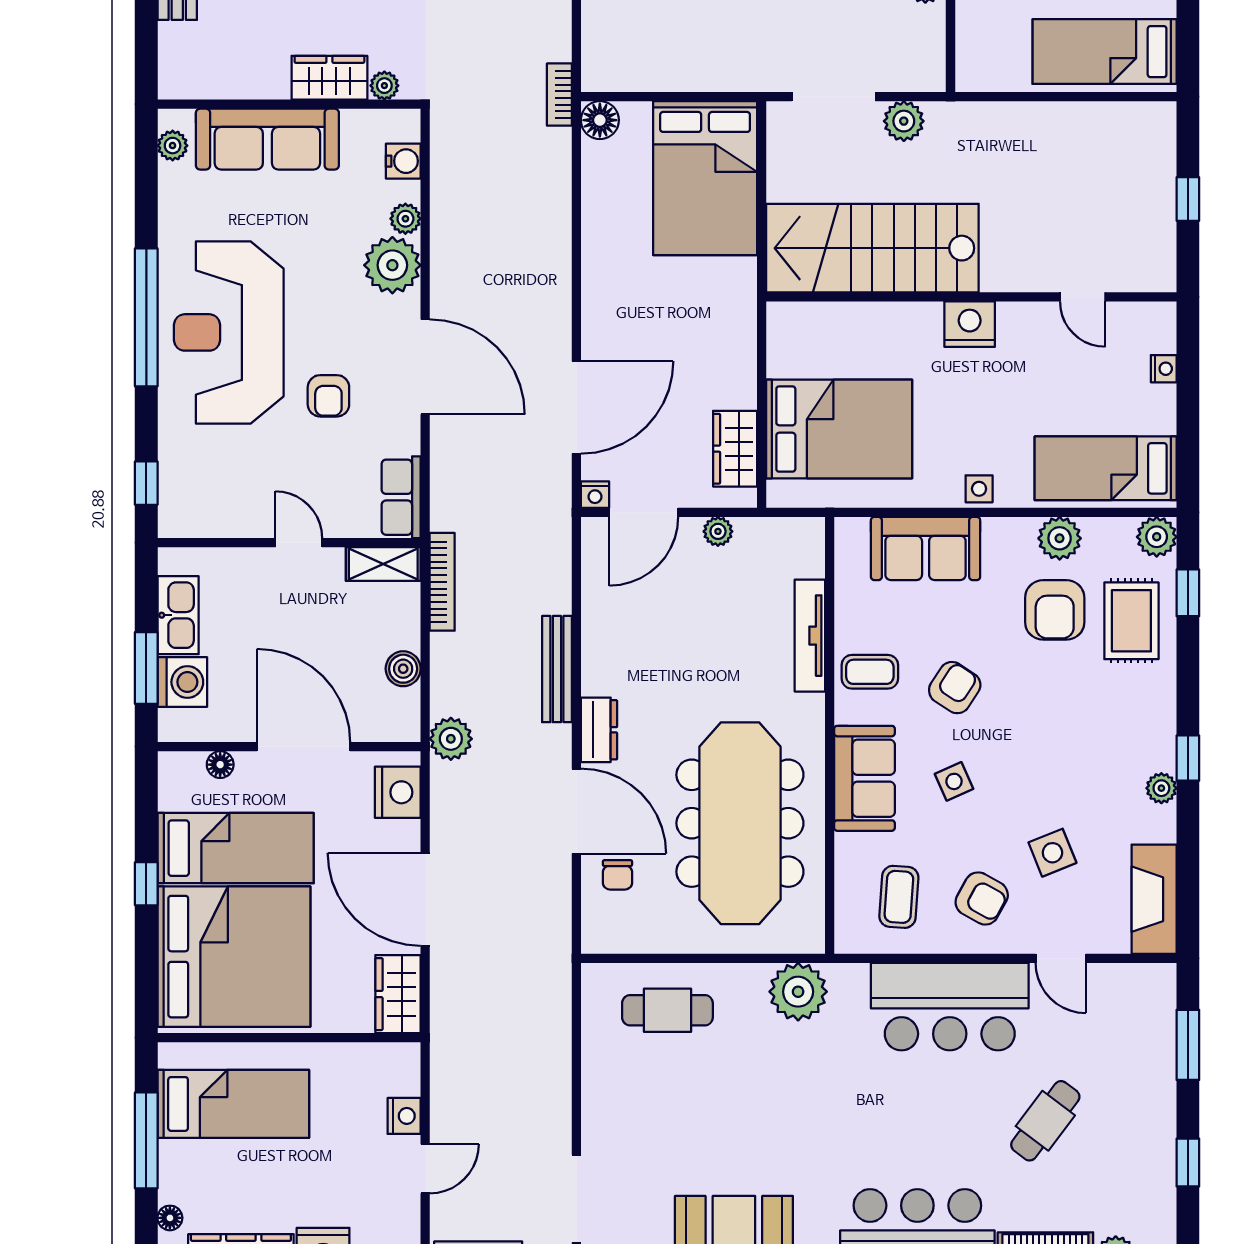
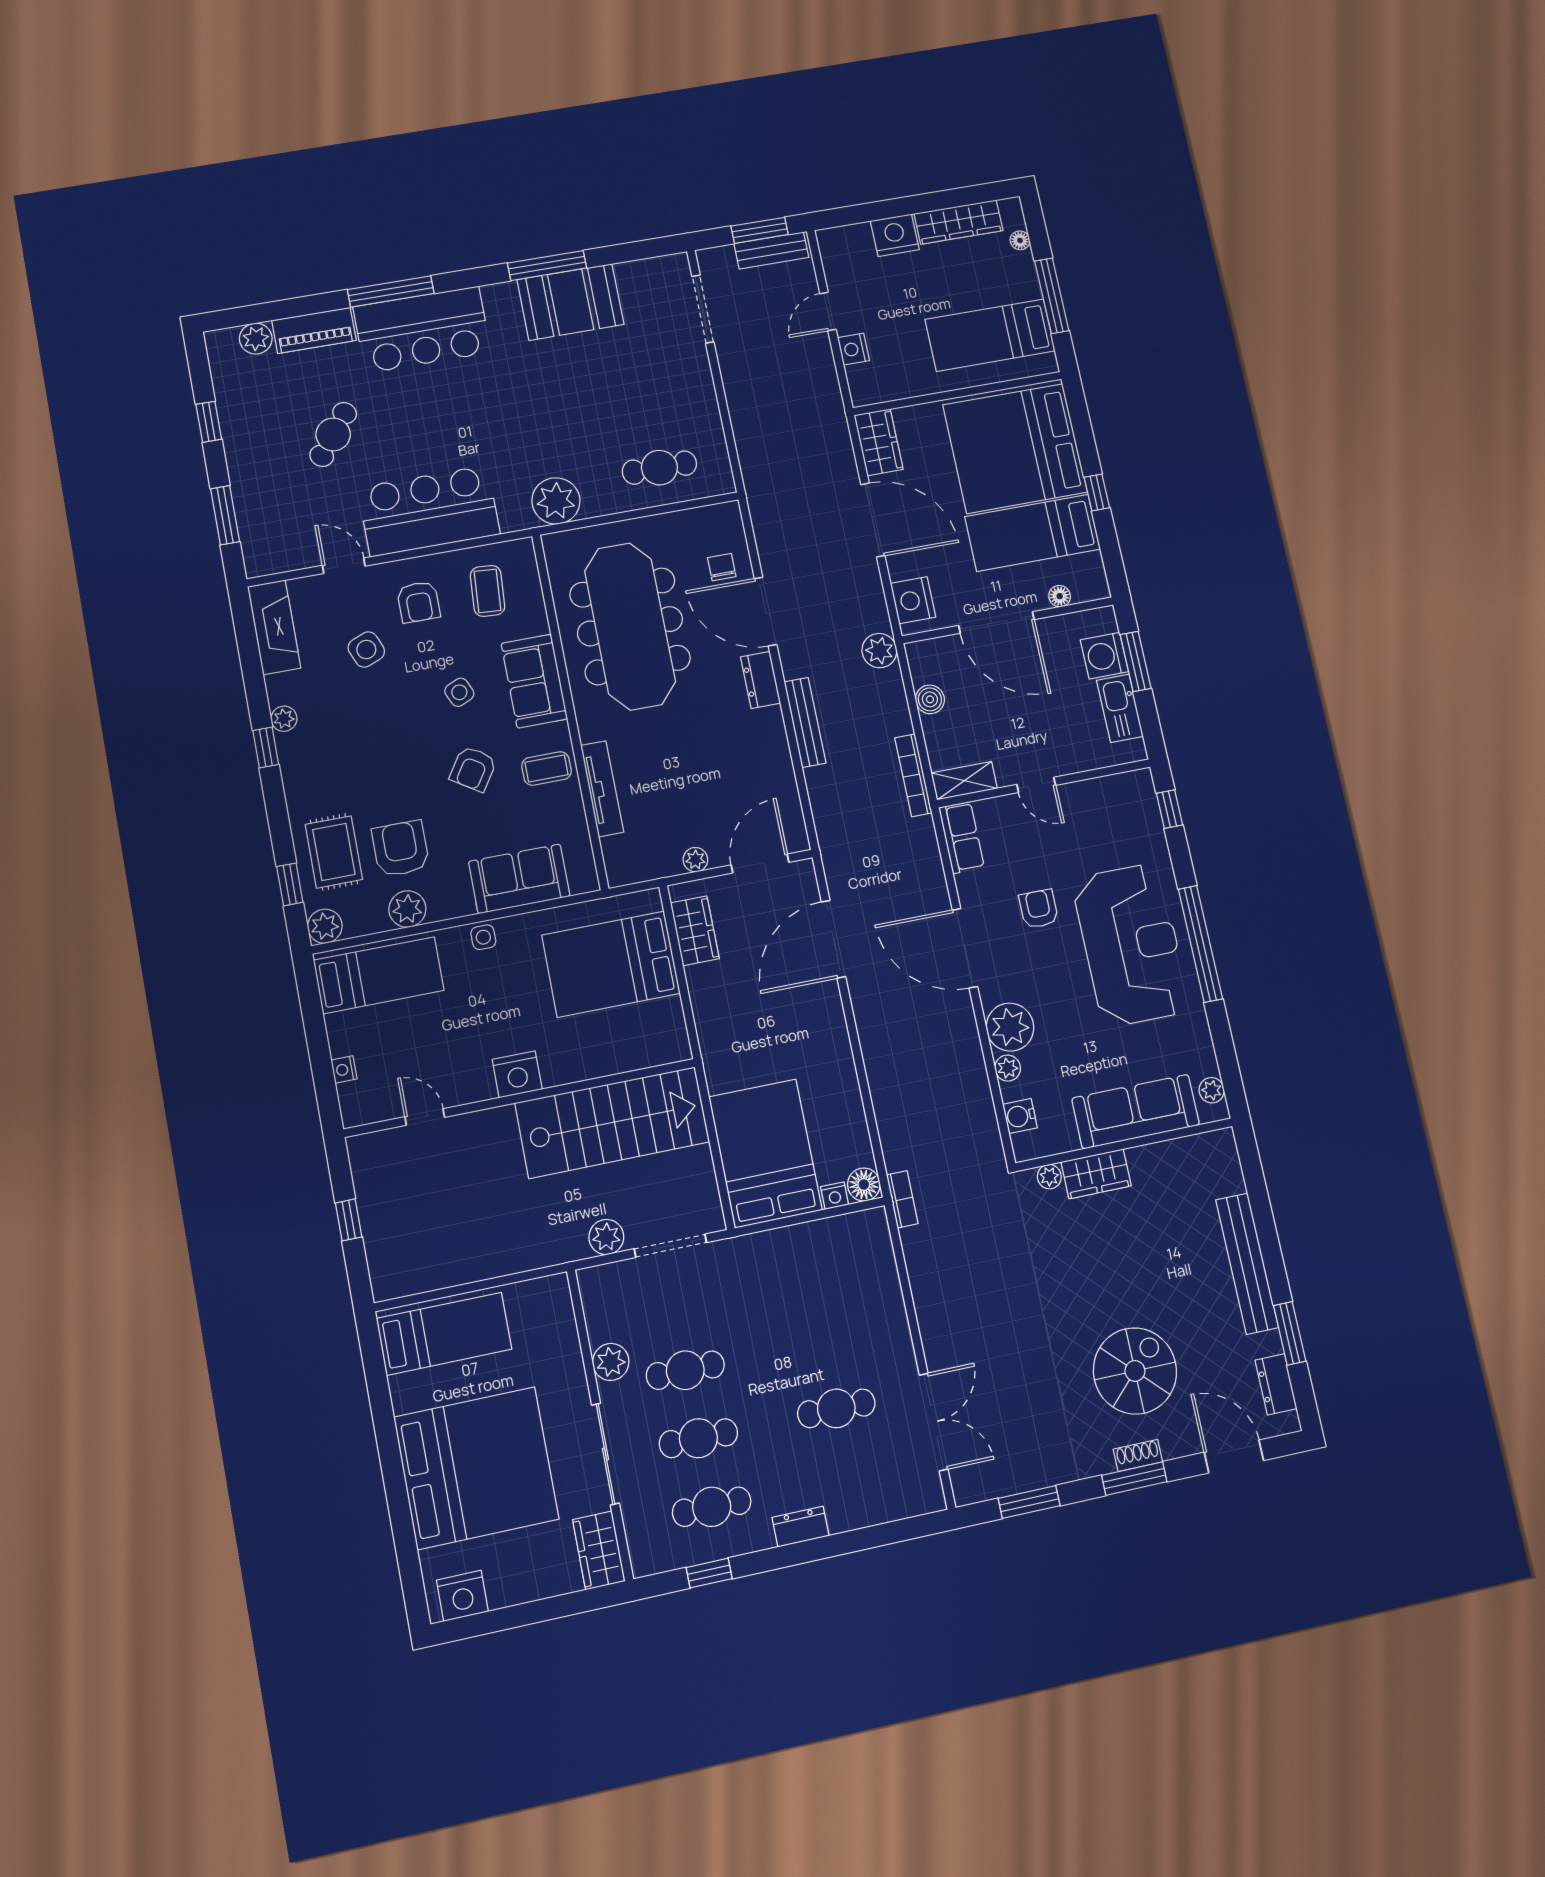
nightstand: (595, 495) -> (835, 1196), moved, turned 180
armchair: (982, 898) -> (419, 602), turned -119

